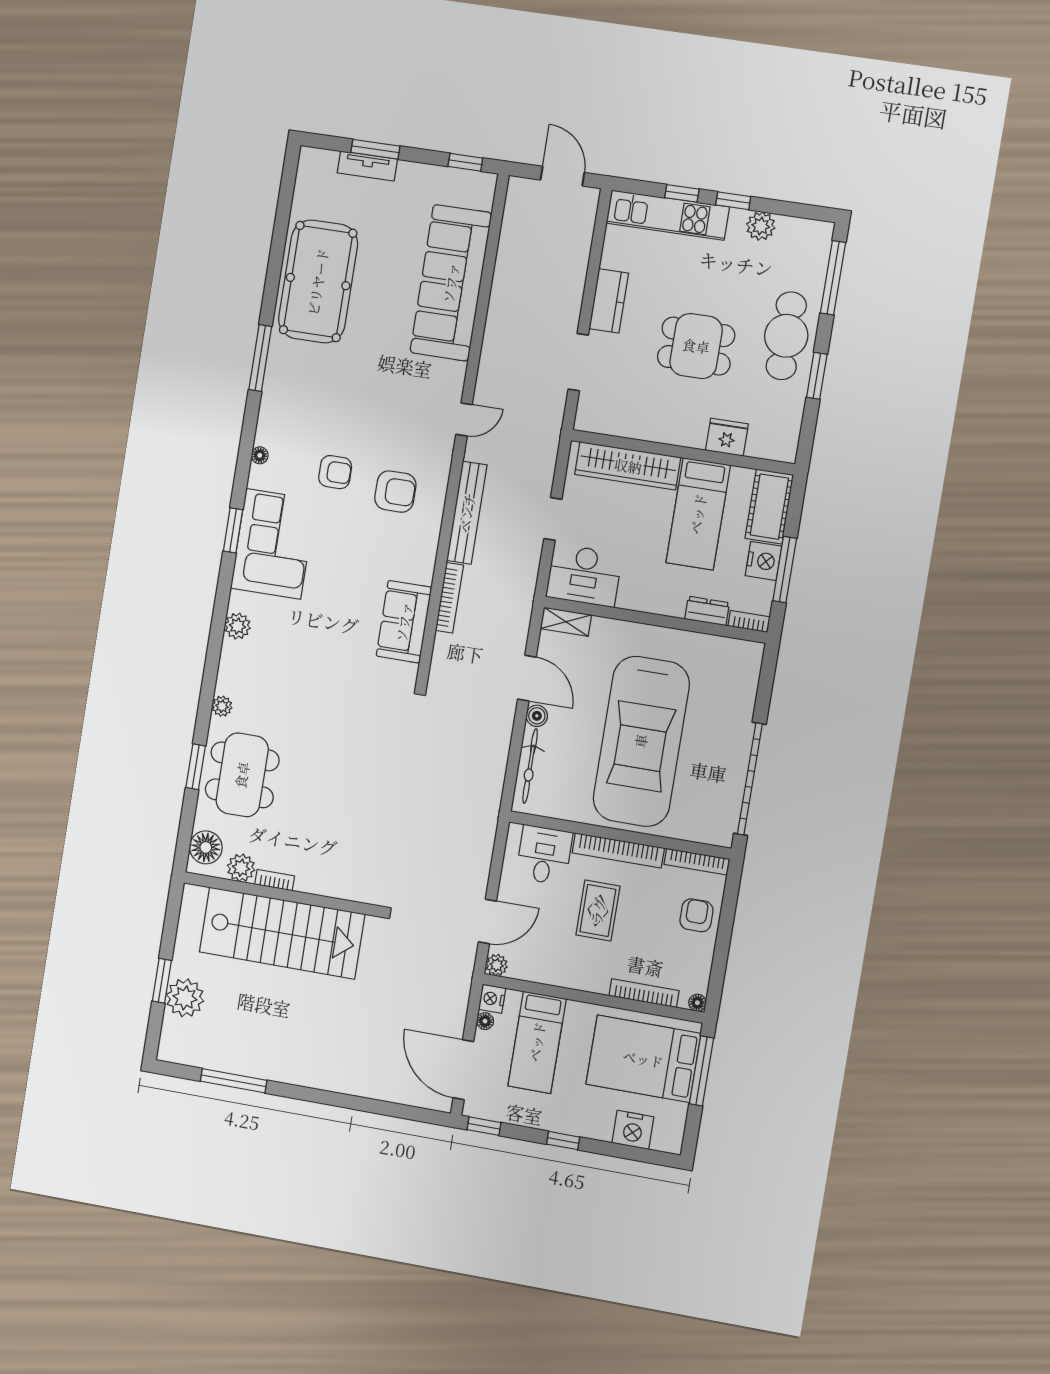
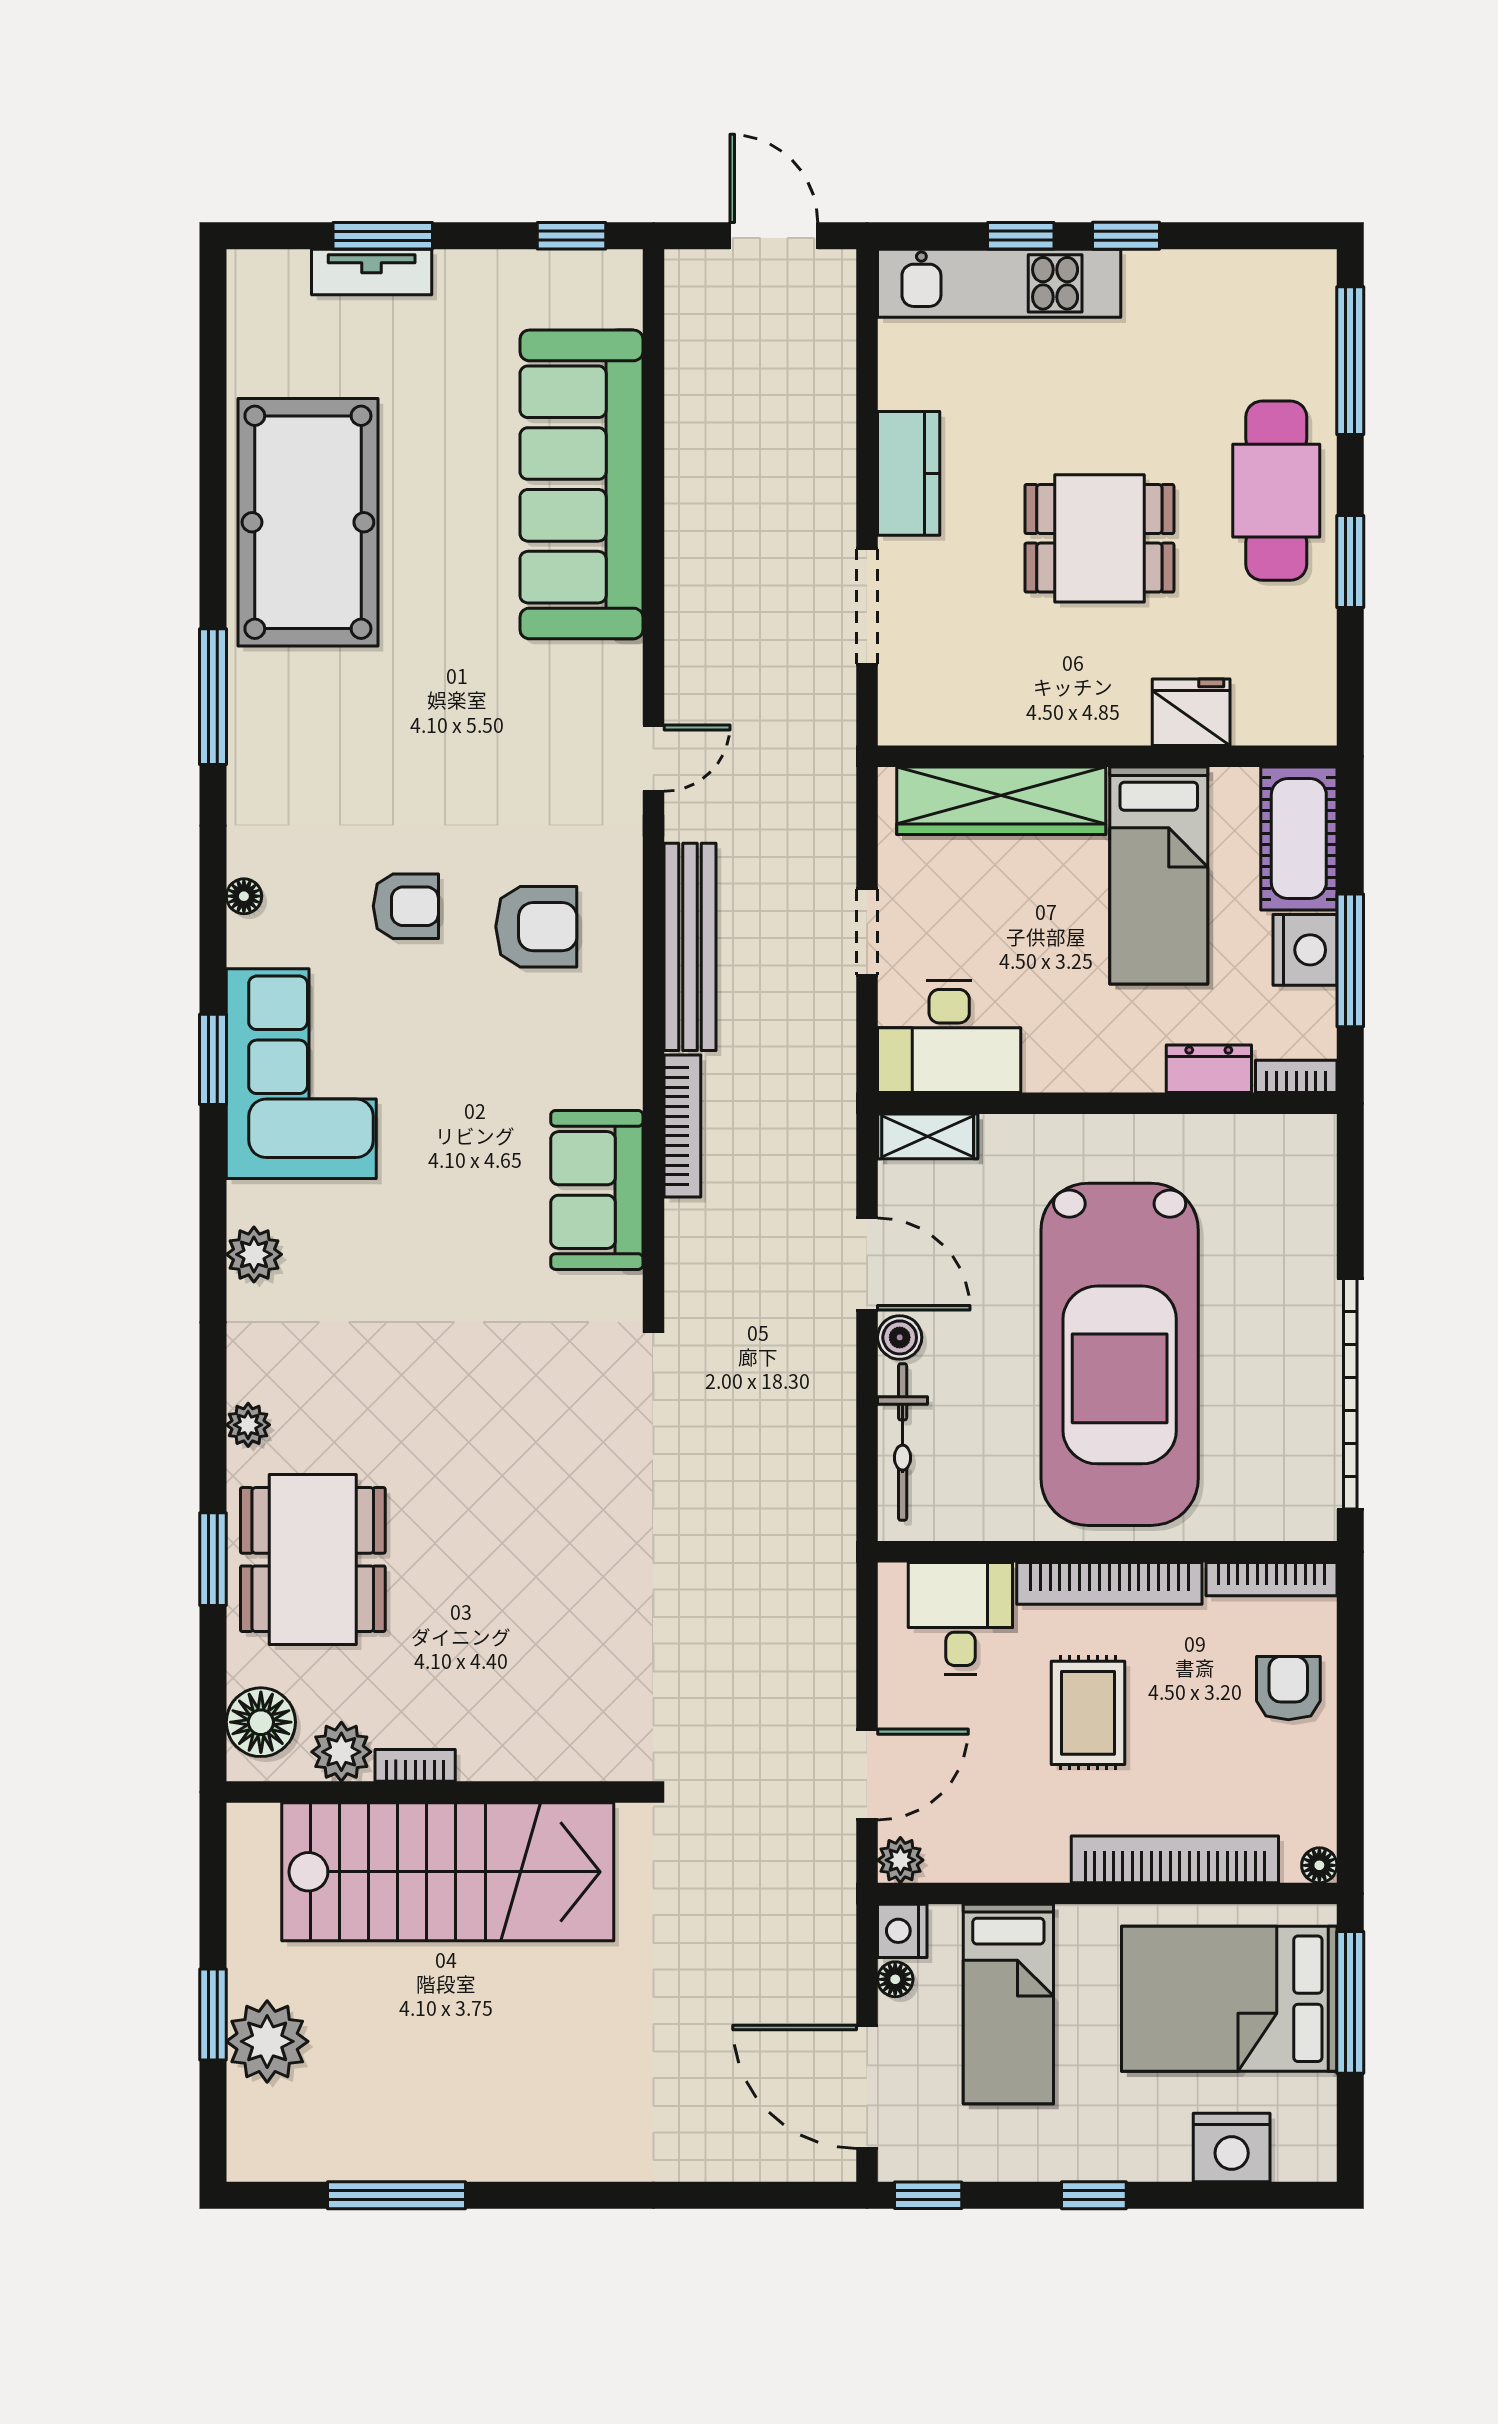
plant: (761, 226) -> (1189, 278), removed
bookcase: (644, 993) -> (1175, 1859), width x1.48, depth x1.31

